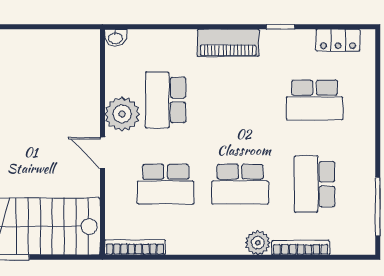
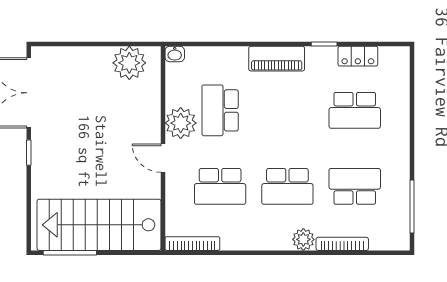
locker: (338, 40) -> (358, 56), moved
plant: (65, 48) -> (129, 63), added
school desk: (315, 184) -> (355, 186), turned 90

